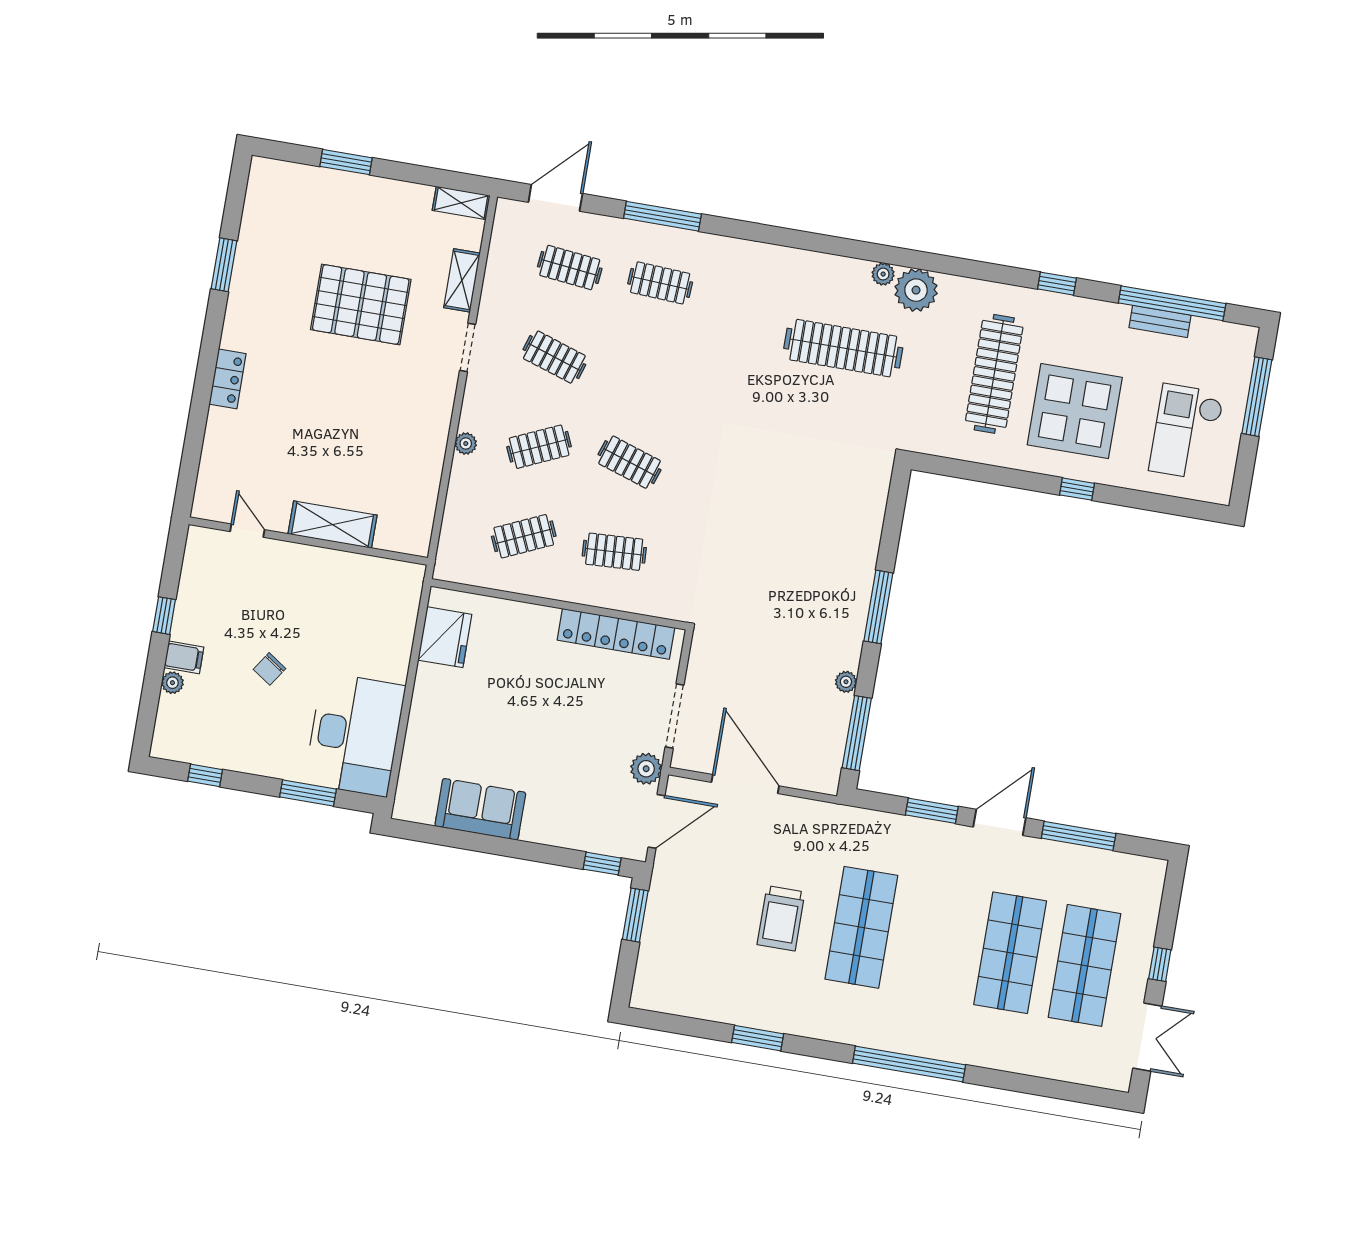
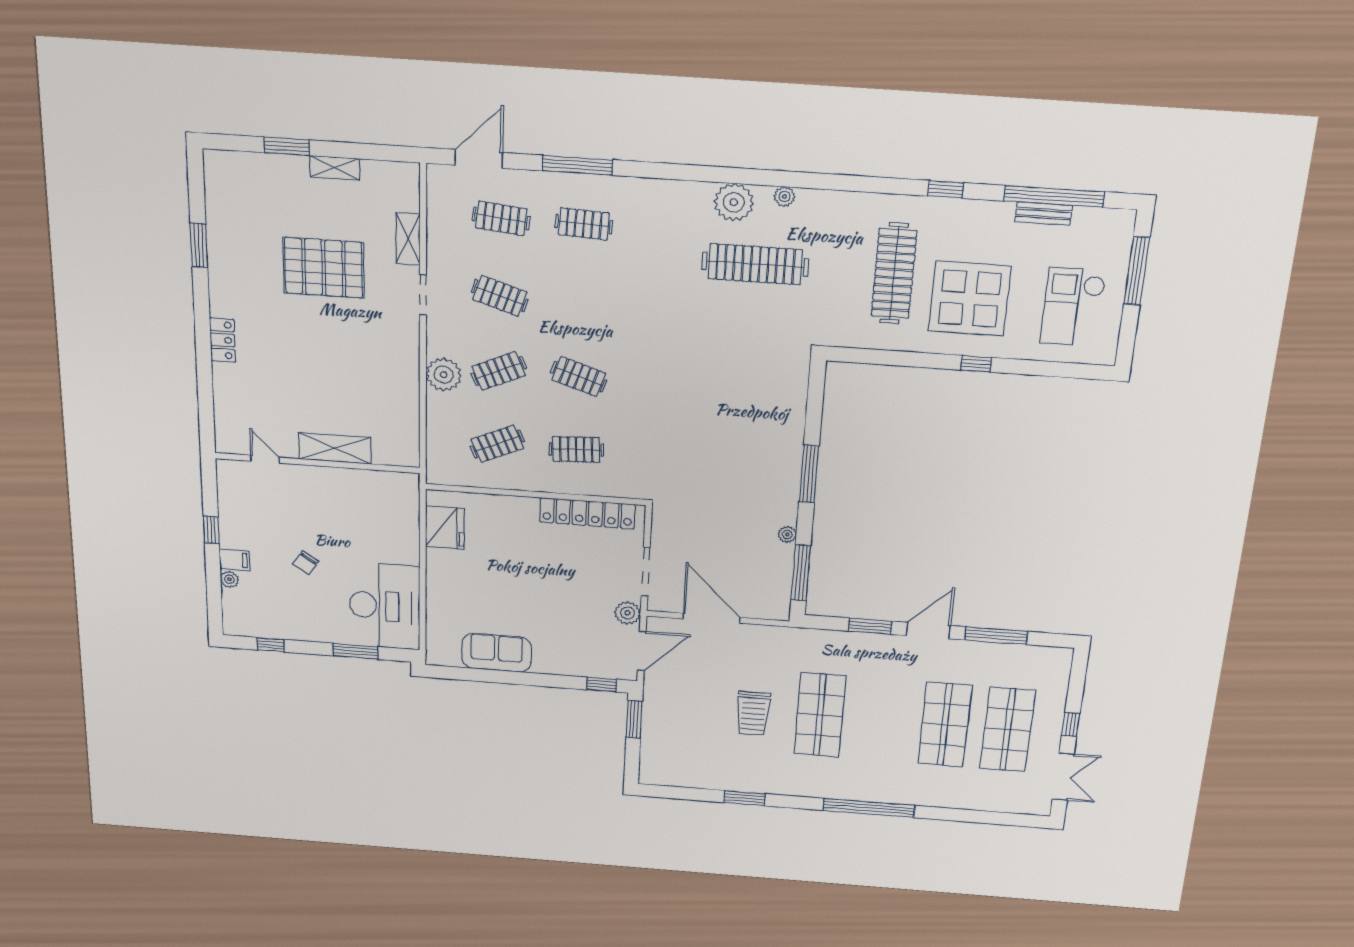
shelving: (461, 203) -> (335, 168), moved
plant: (916, 290) -> (734, 202), moved
plant: (466, 444) -> (444, 375), width x1.88, depth x1.88

